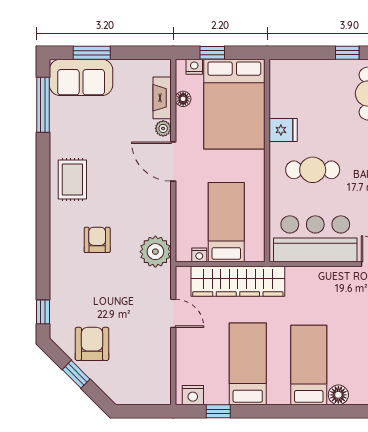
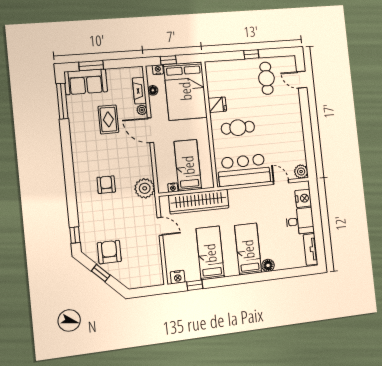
rug: (72, 179) -> (108, 119), moved

